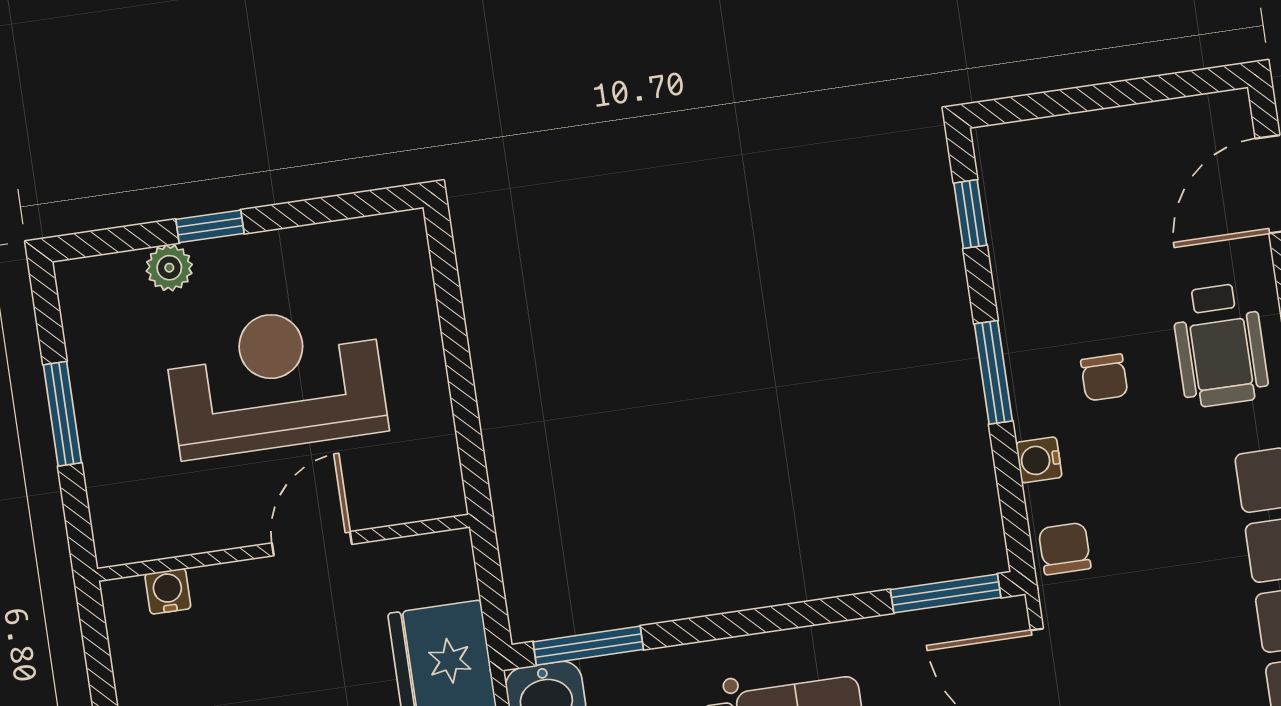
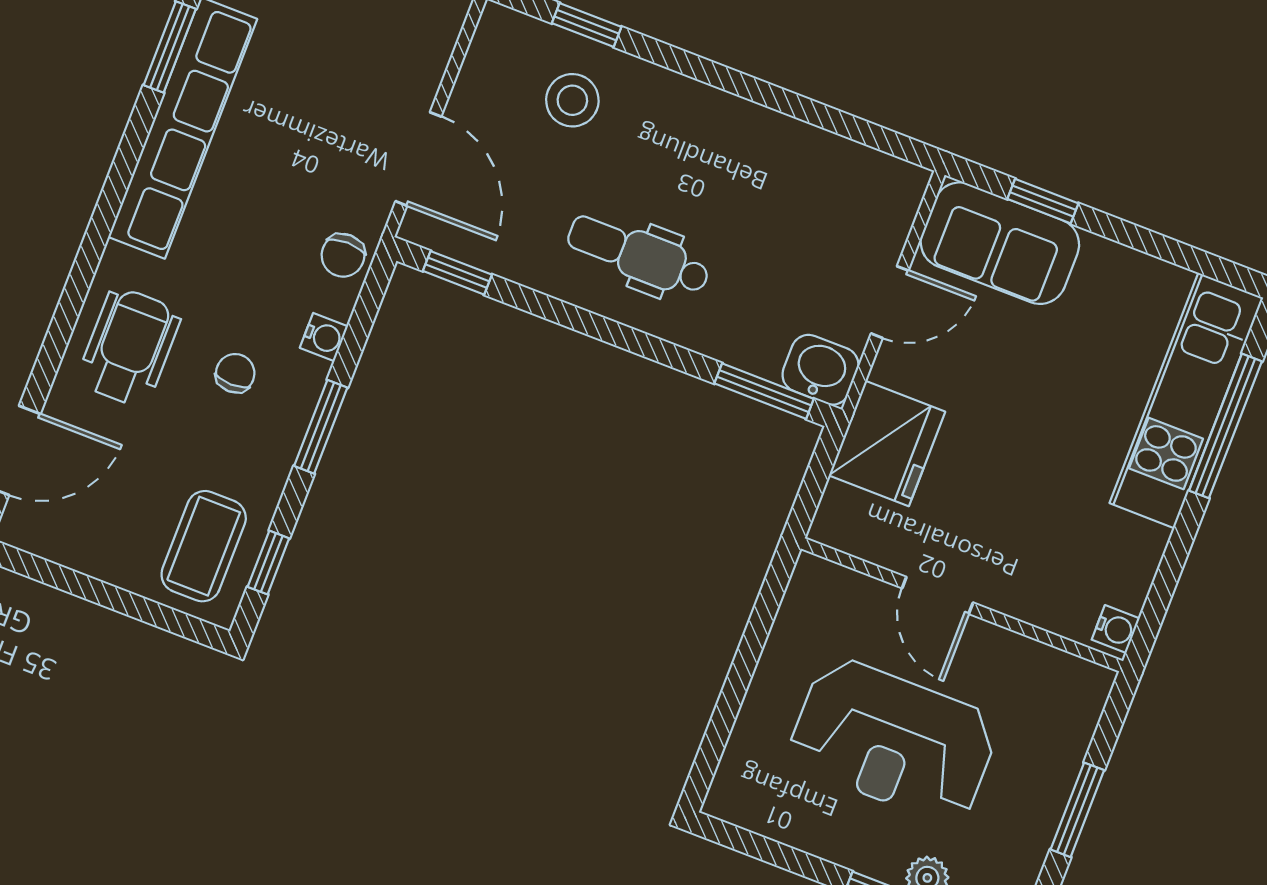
coffee table: (1041, 195) -> (204, 546), added
door: (312, 544) -> (938, 595), hinge flipped
water cooler: (168, 591) -> (1116, 629), moved, turned -90
window: (946, 594) -> (457, 273), width x0.67

